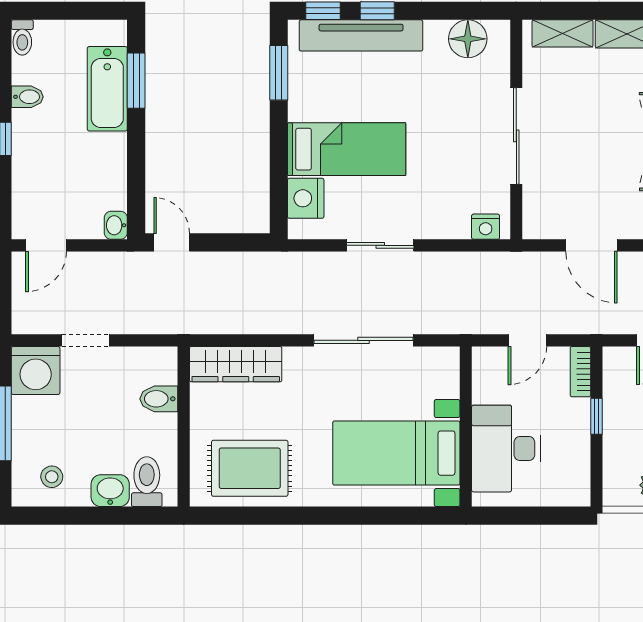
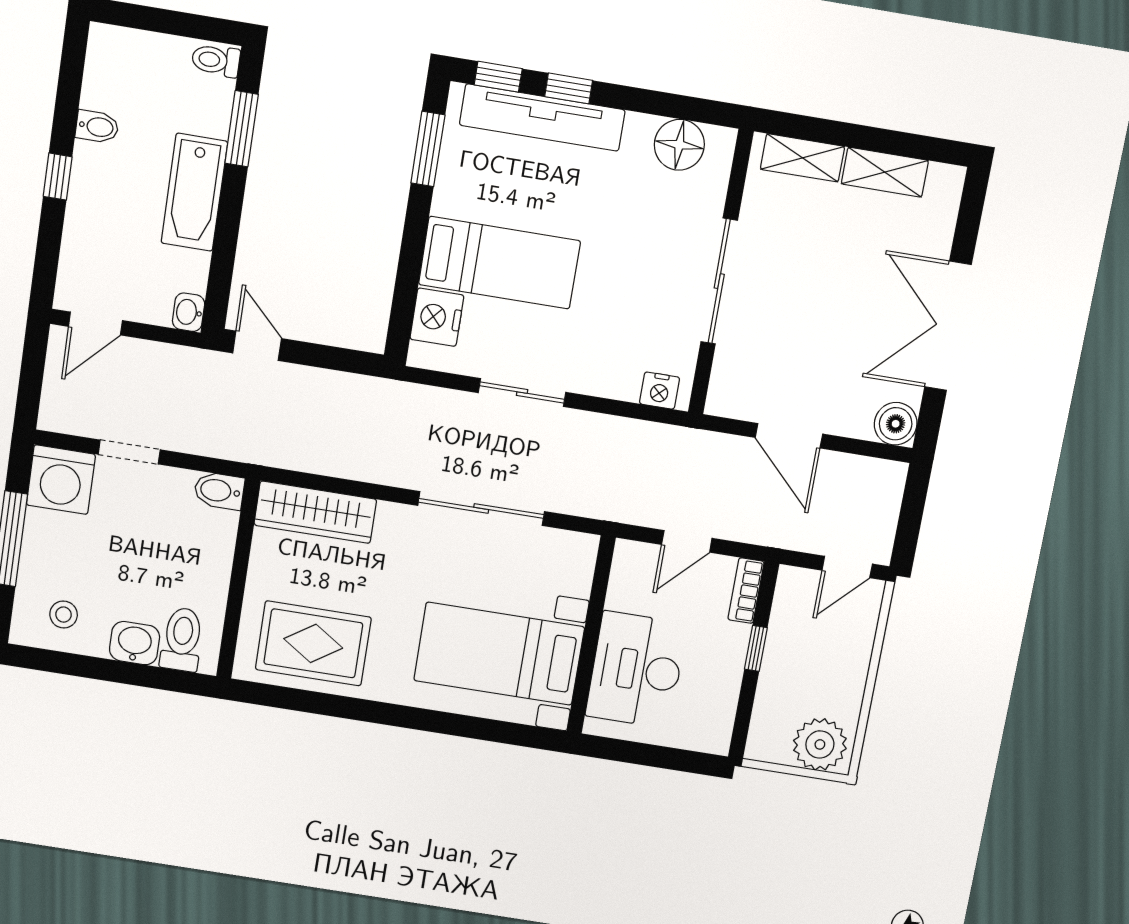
toilet: (22, 37) -> (216, 60), moved, turned 90
bathtub: (107, 89) -> (194, 192), moved
bidet: (159, 399) -> (219, 491), moved

